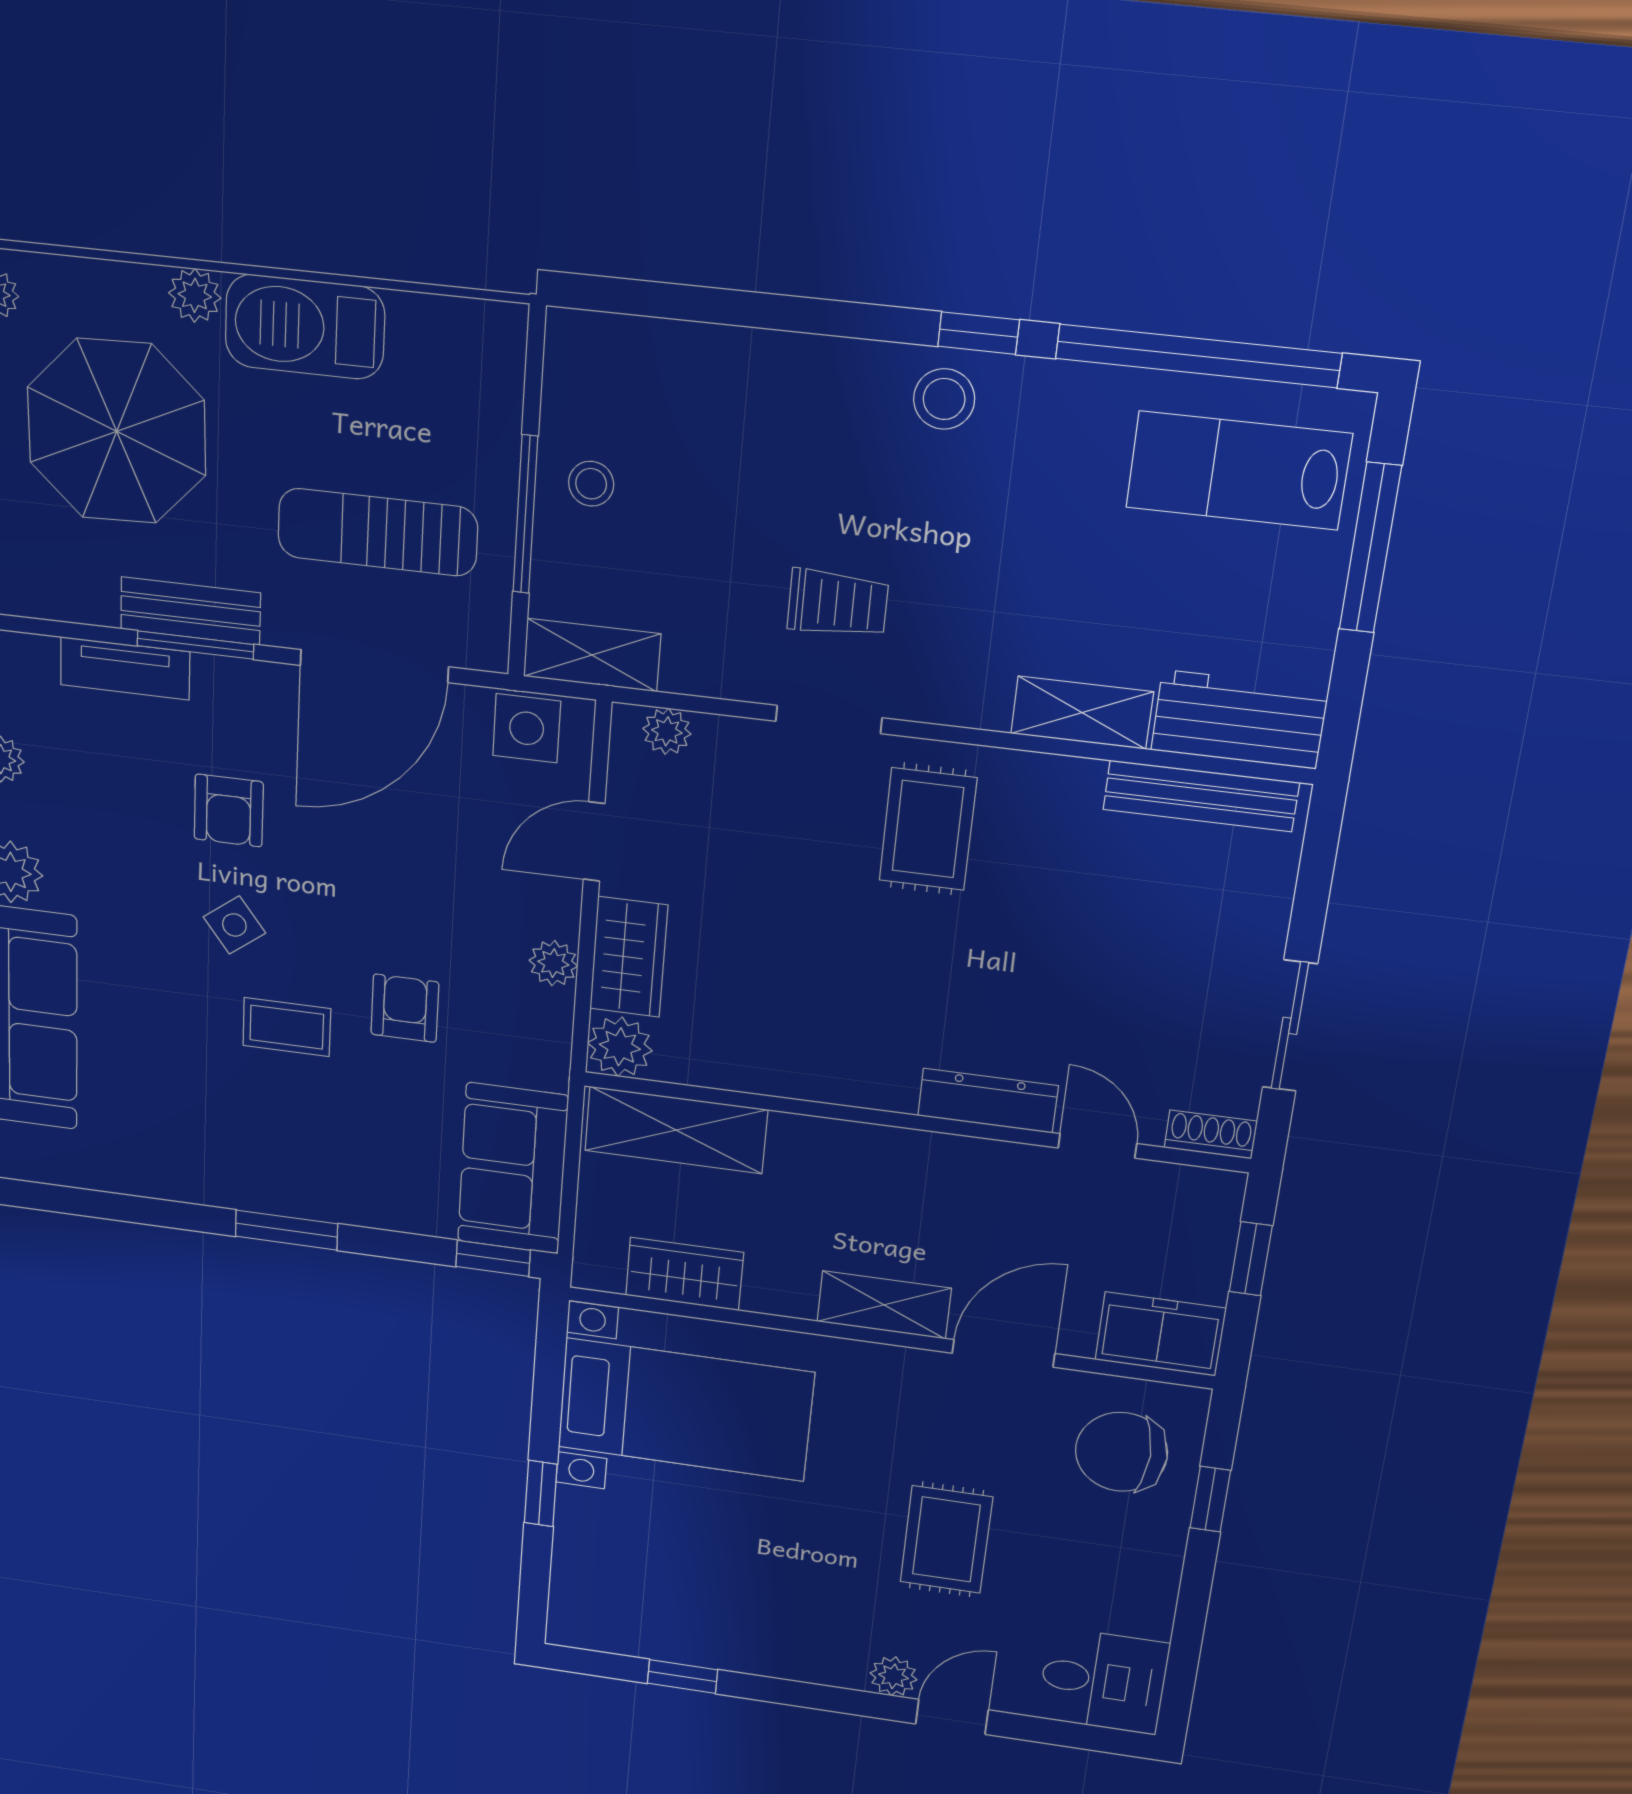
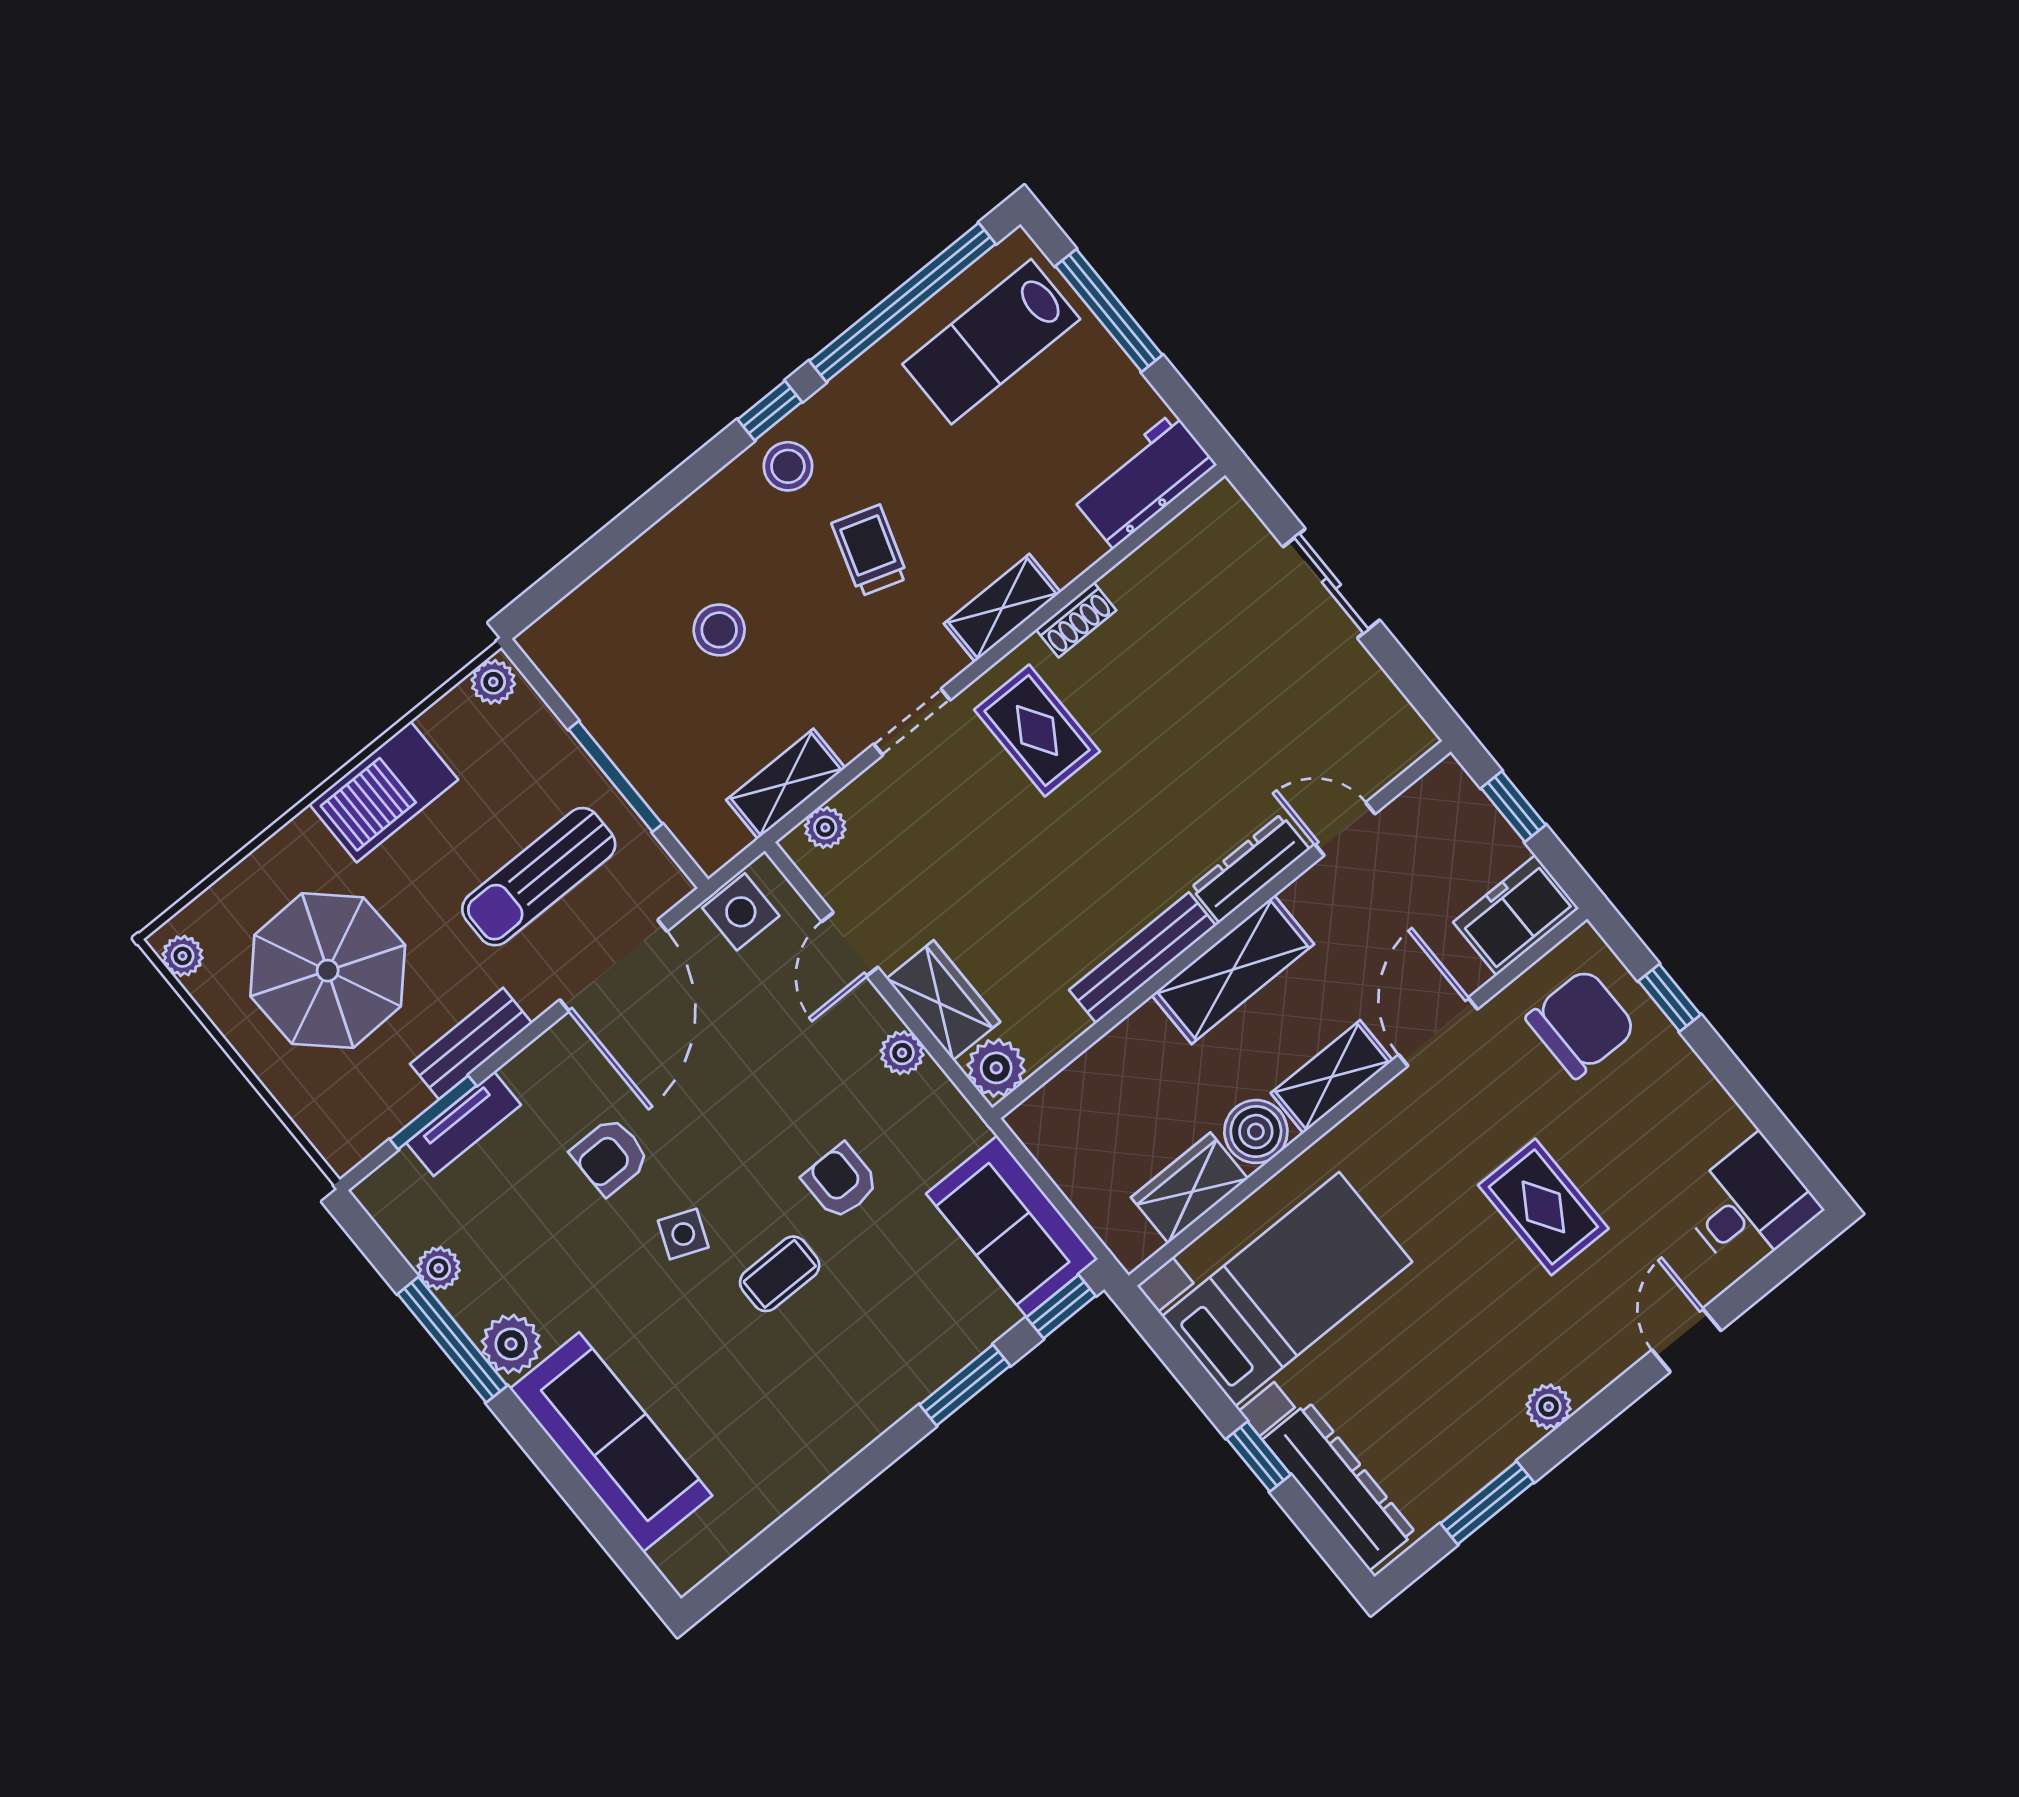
plant: (195, 295) -> (493, 682), moved
stool: (591, 484) -> (719, 630), moved, width x1.37, depth x1.37
trolley: (838, 603) -> (870, 551), moved, turned -72
window: (195, 645) -> (433, 1112), moved
shelving: (592, 655) -> (786, 784), moved
shelving: (1082, 713) -> (1002, 608), moved
bench: (1201, 796) -> (1143, 958), moved
armchair: (229, 810) -> (610, 1156), turned 90
side table: (234, 925) -> (683, 1234), turned -31
sliding door: (1290, 1026) -> (1331, 583), moved
shelving: (676, 1130) -> (1233, 970), moved
shoe rack: (1211, 1134) -> (1076, 620), moved, turned 180
window: (287, 1230) -> (965, 1385), moved
boiler: (781, 1285) -> (1256, 1132), added
chair: (1121, 1452) -> (1581, 1023), turned 180
dresser: (582, 1567) -> (1339, 1486), added
window: (682, 1676) -> (1487, 1503), width x1.50
plant: (893, 1676) -> (1549, 1407), moved

